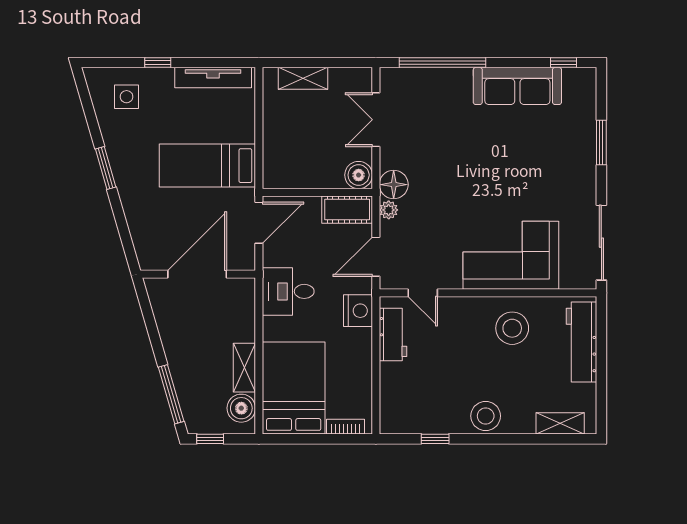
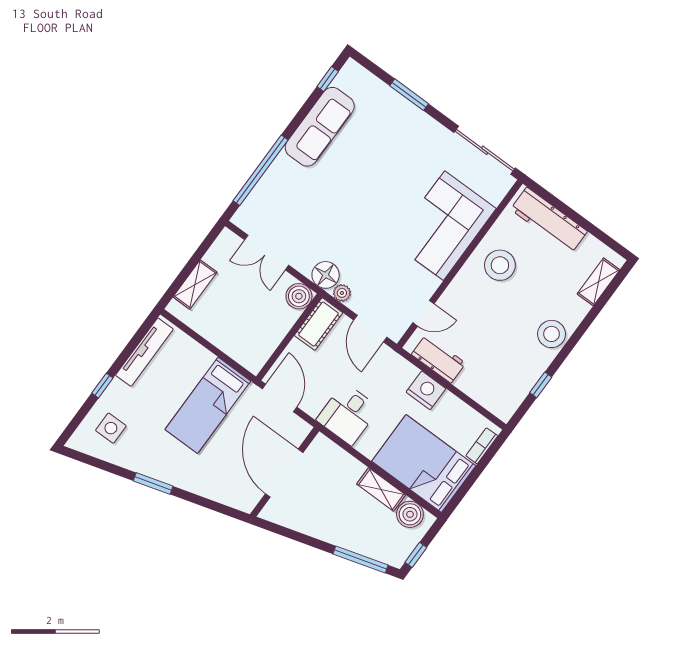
nightstand: (358, 311) -> (426, 390), moved

